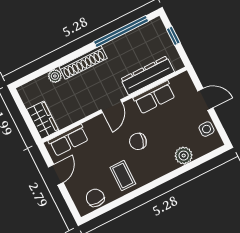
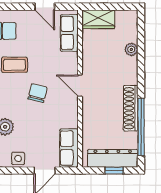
shoe rack: (83, 62) -> (131, 108), moved
dresser: (148, 75) -> (113, 158), moved, turned -90
row of seats: (154, 97) -> (69, 148), moved

